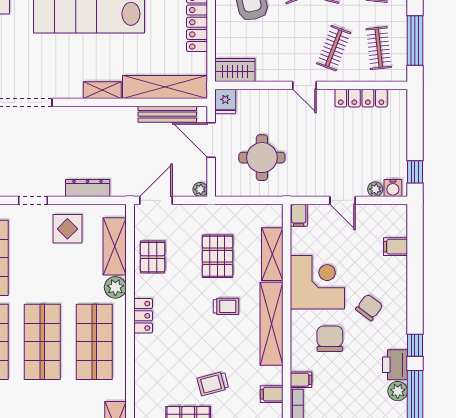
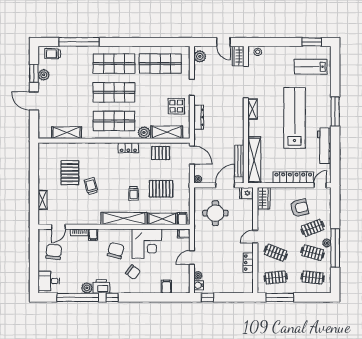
shelving: (102, 90) -> (253, 109), moved
locker: (361, 98) -> (248, 263), width x0.66
chair: (330, 339) -> (116, 251), turned -76
filing cabinet: (272, 394) -> (182, 219), moved

